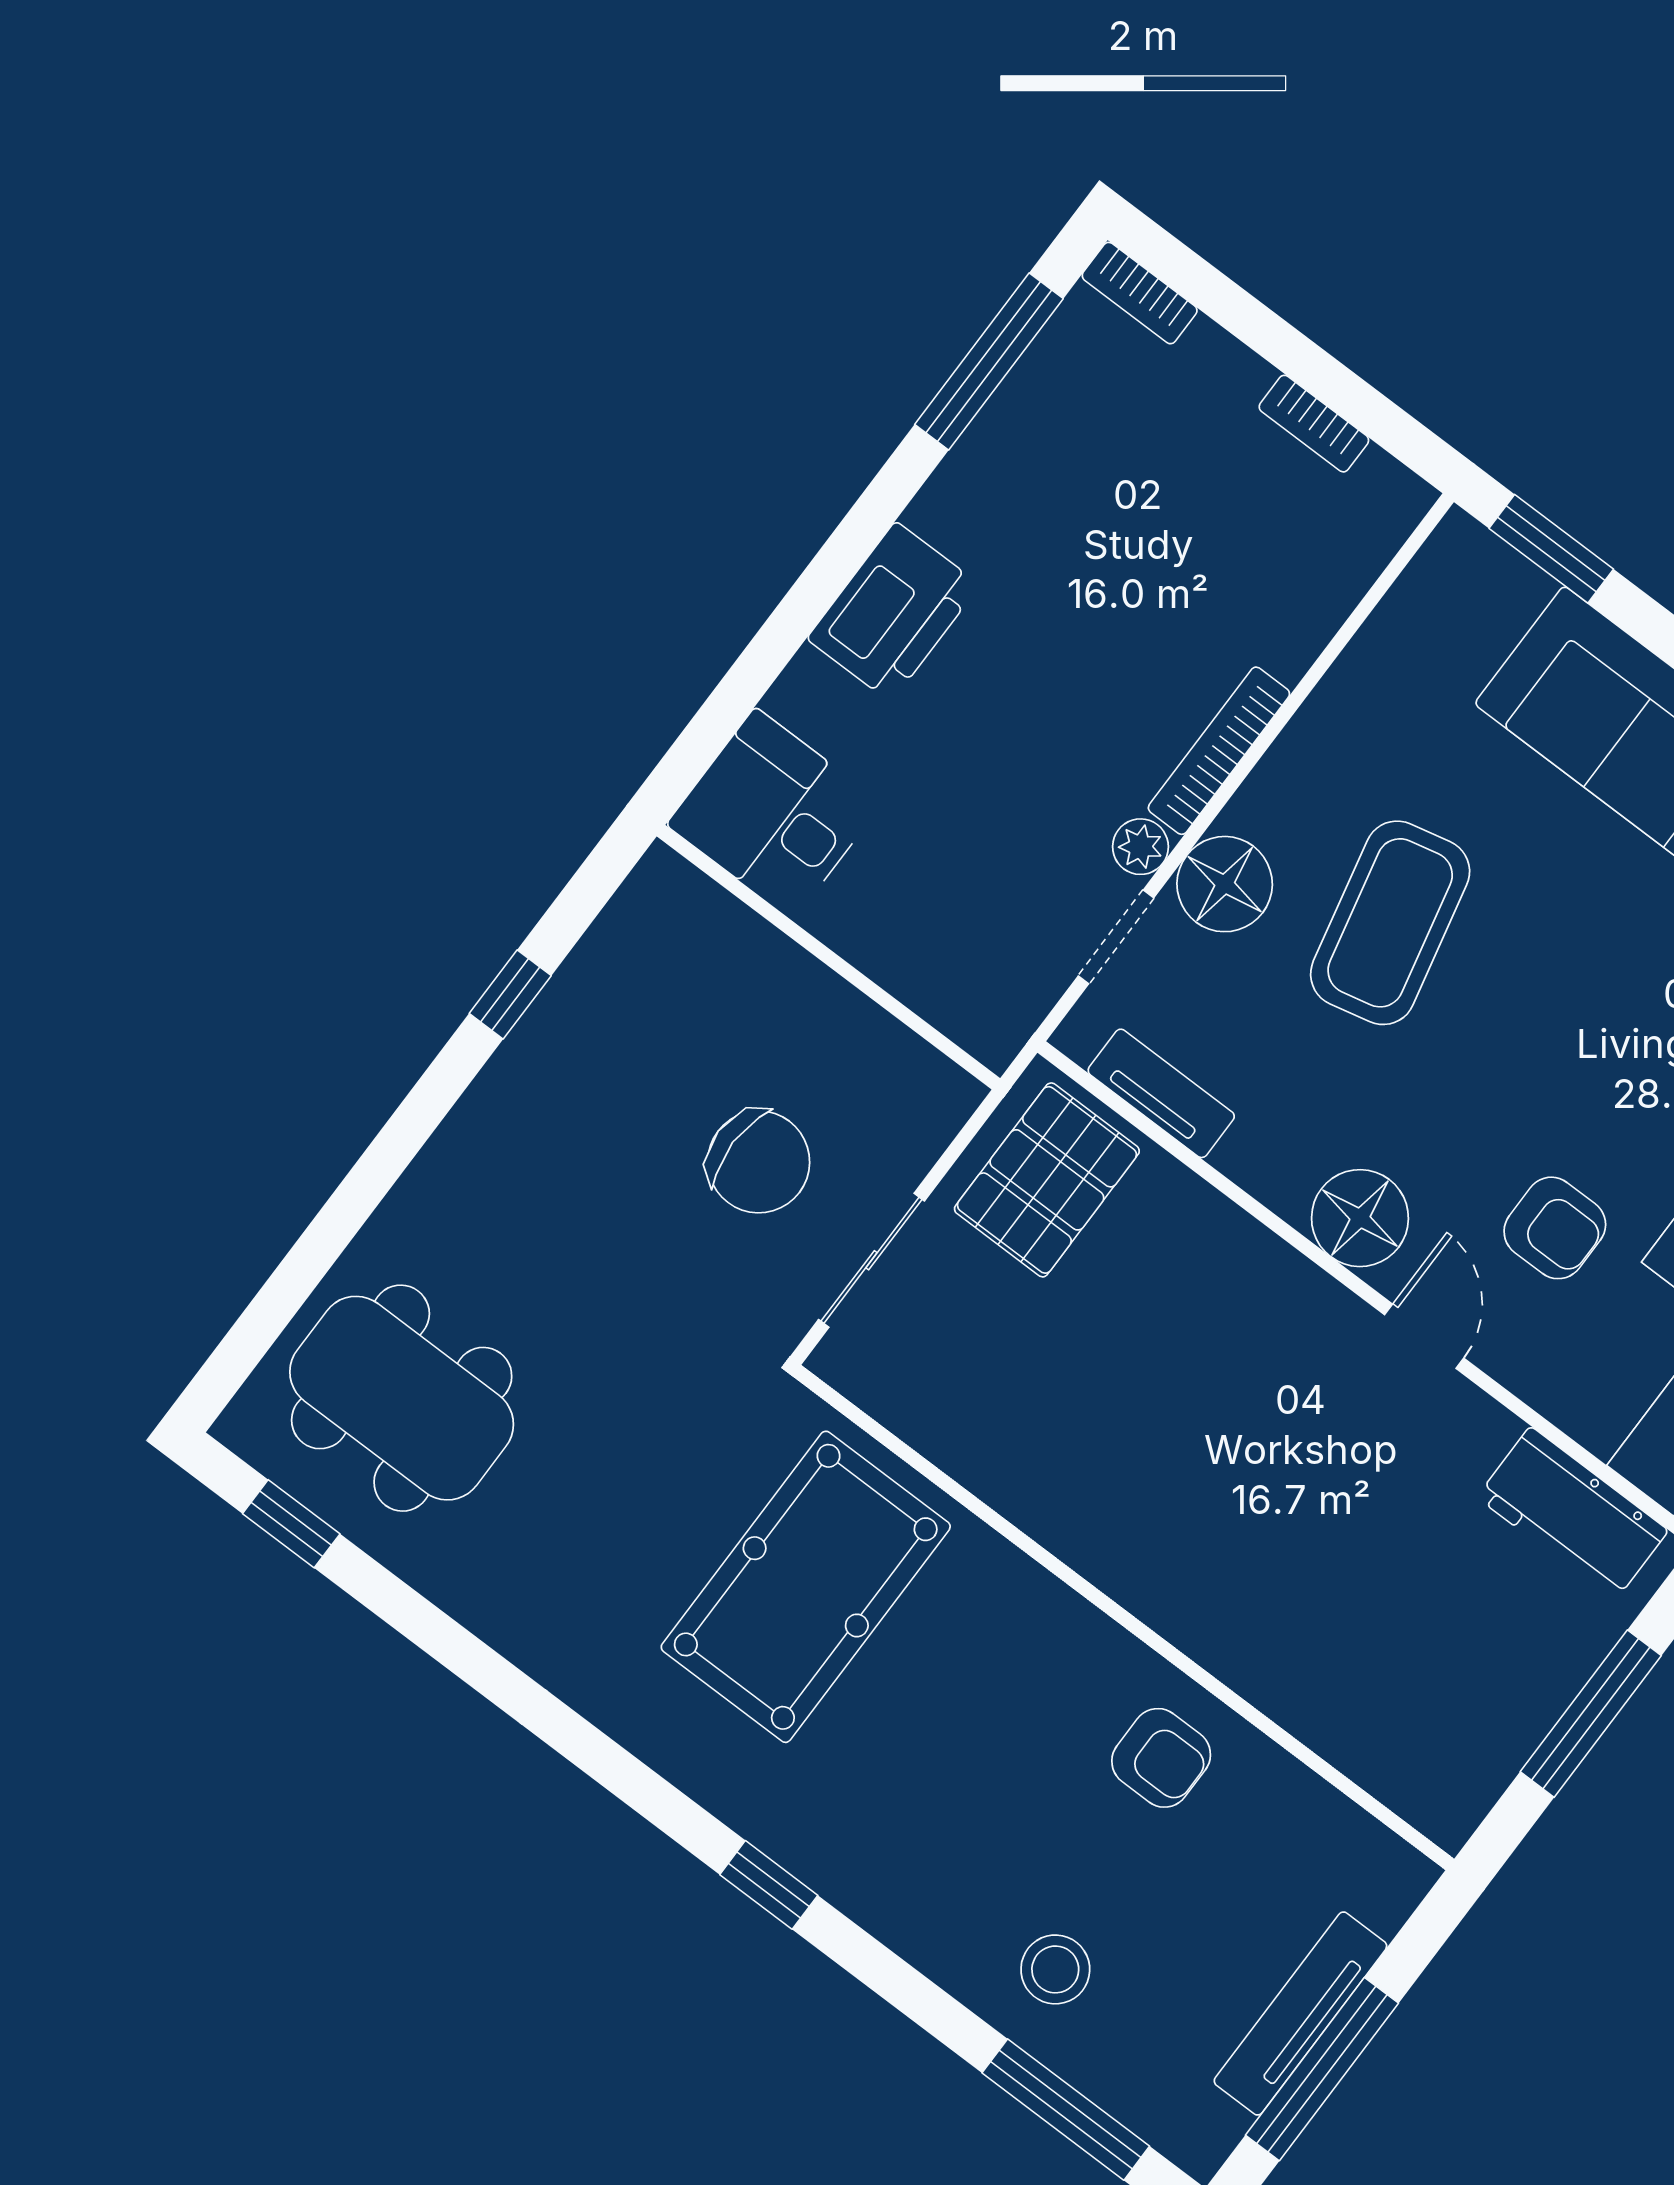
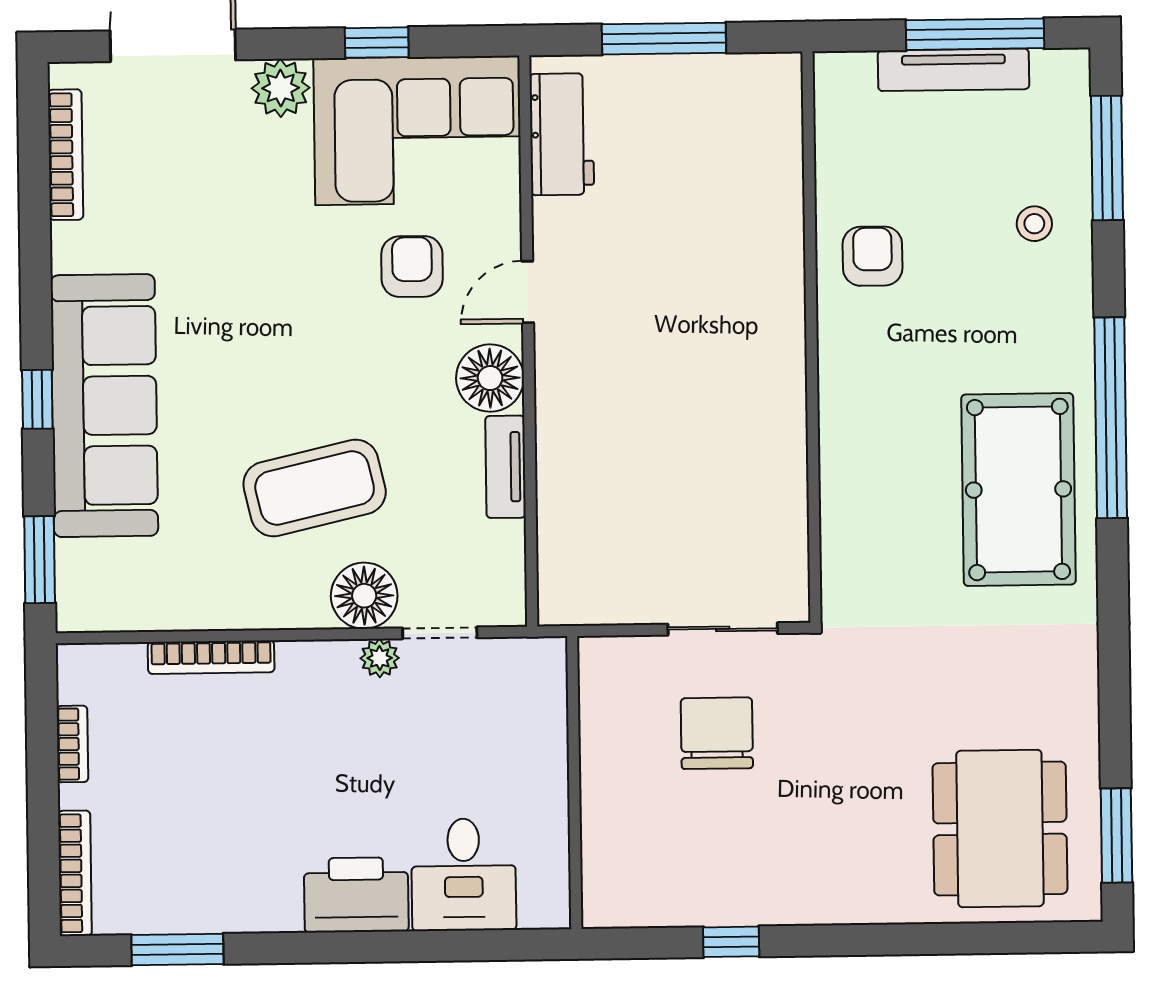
bookcase: (1140, 293) -> (75, 873), width x1.56
window: (989, 361) -> (177, 950), width x0.69
bookcase: (1219, 751) -> (211, 657), moved
desk: (774, 814) -> (464, 875), moved
tv unit: (1161, 1093) -> (506, 467), moved
pallet: (1047, 1180) -> (603, 567), removed
window: (291, 1524) -> (1116, 835), width x1.50
pool table: (806, 1587) -> (1018, 489), moved, turned 90
window: (769, 1885) -> (1111, 418), width x3.17
stool: (1055, 1969) -> (1034, 224), width x0.73, depth x0.73

